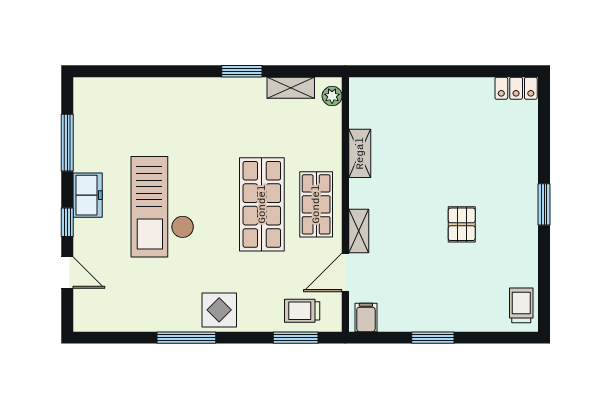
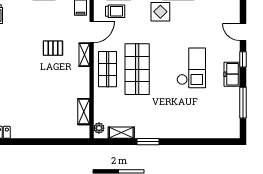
shelving: (360, 153) -> (84, 112), moved
checkout: (162, 207) -> (191, 68), width x0.73, depth x0.83
pallet: (462, 224) -> (53, 48), moved, turned 90

